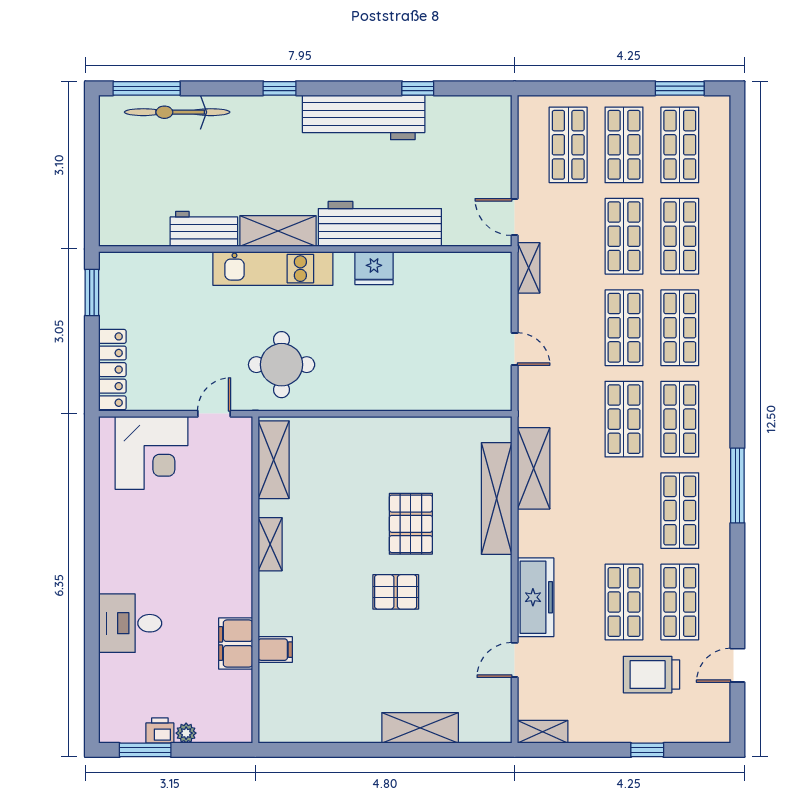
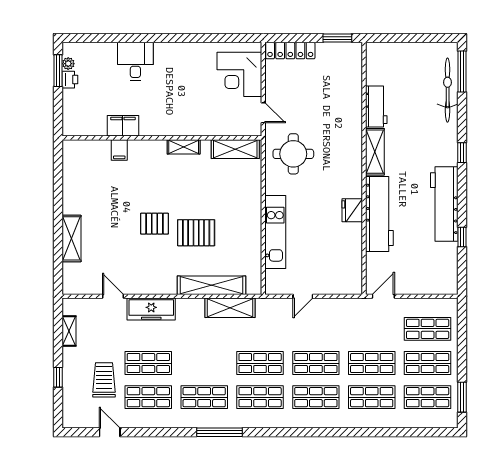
shelving: (529, 268) -> (352, 305), removed
kitchen unit: (273, 269) -> (275, 232), moved, turned 180
pallet: (396, 592) -> (154, 224), turned 90
shelving: (543, 732) -> (69, 331), moved
plant: (186, 733) -> (68, 64), moved

